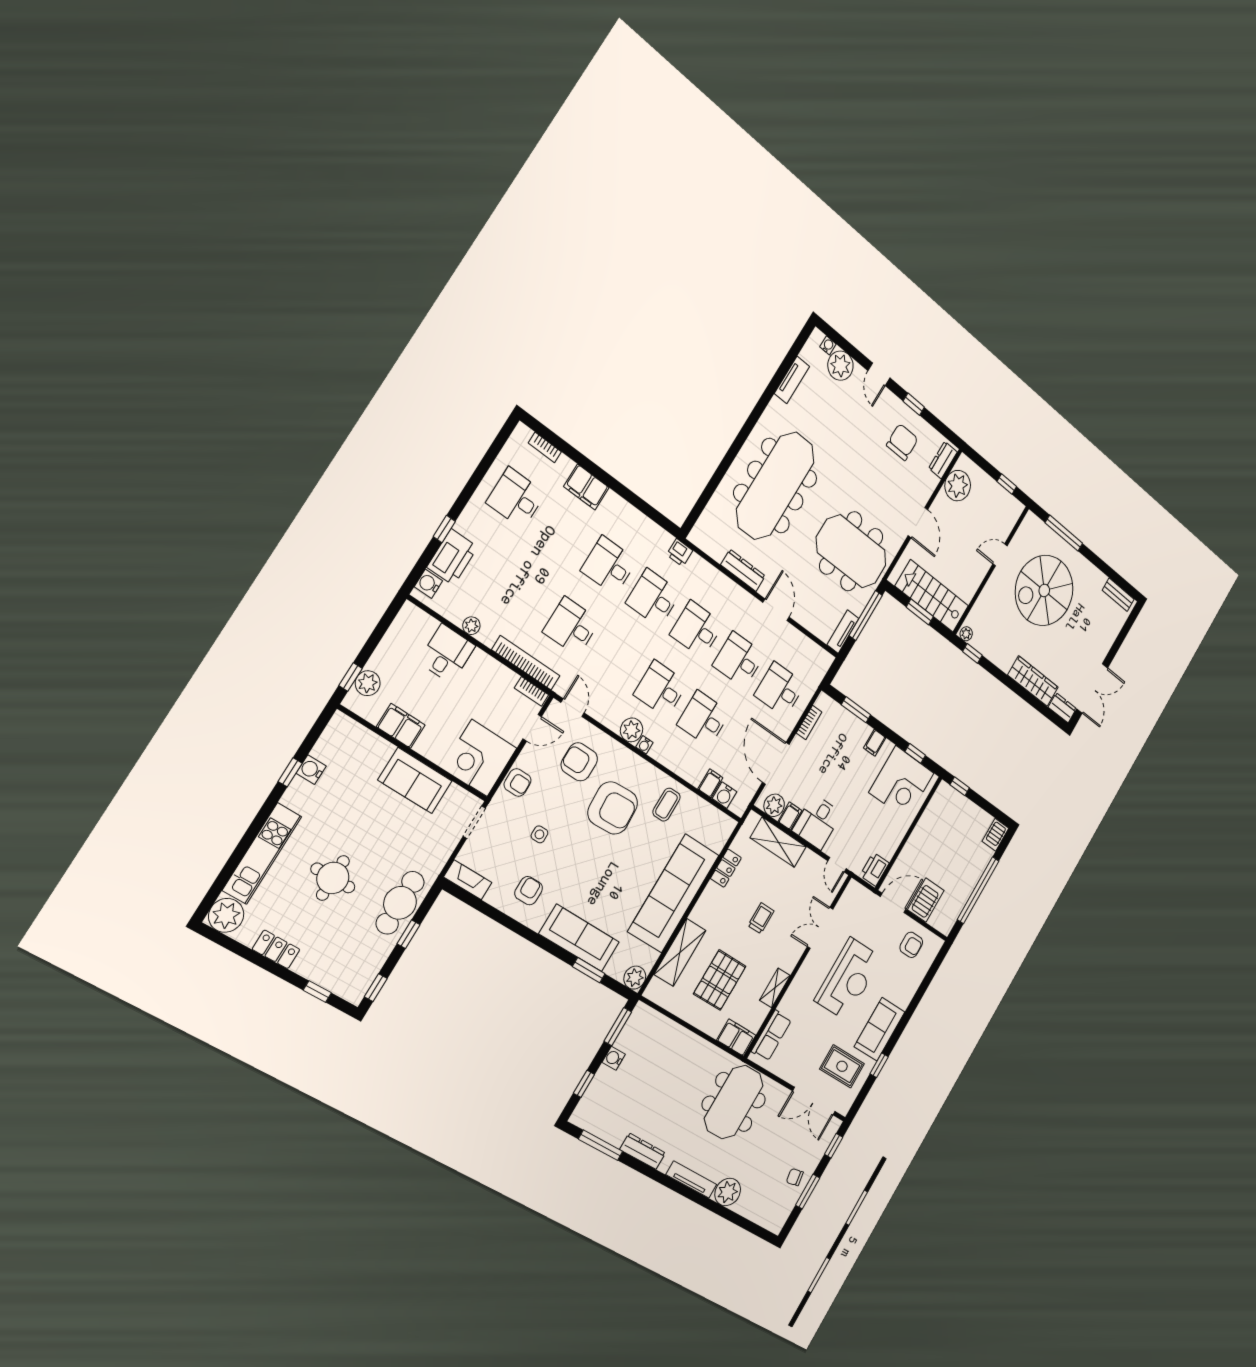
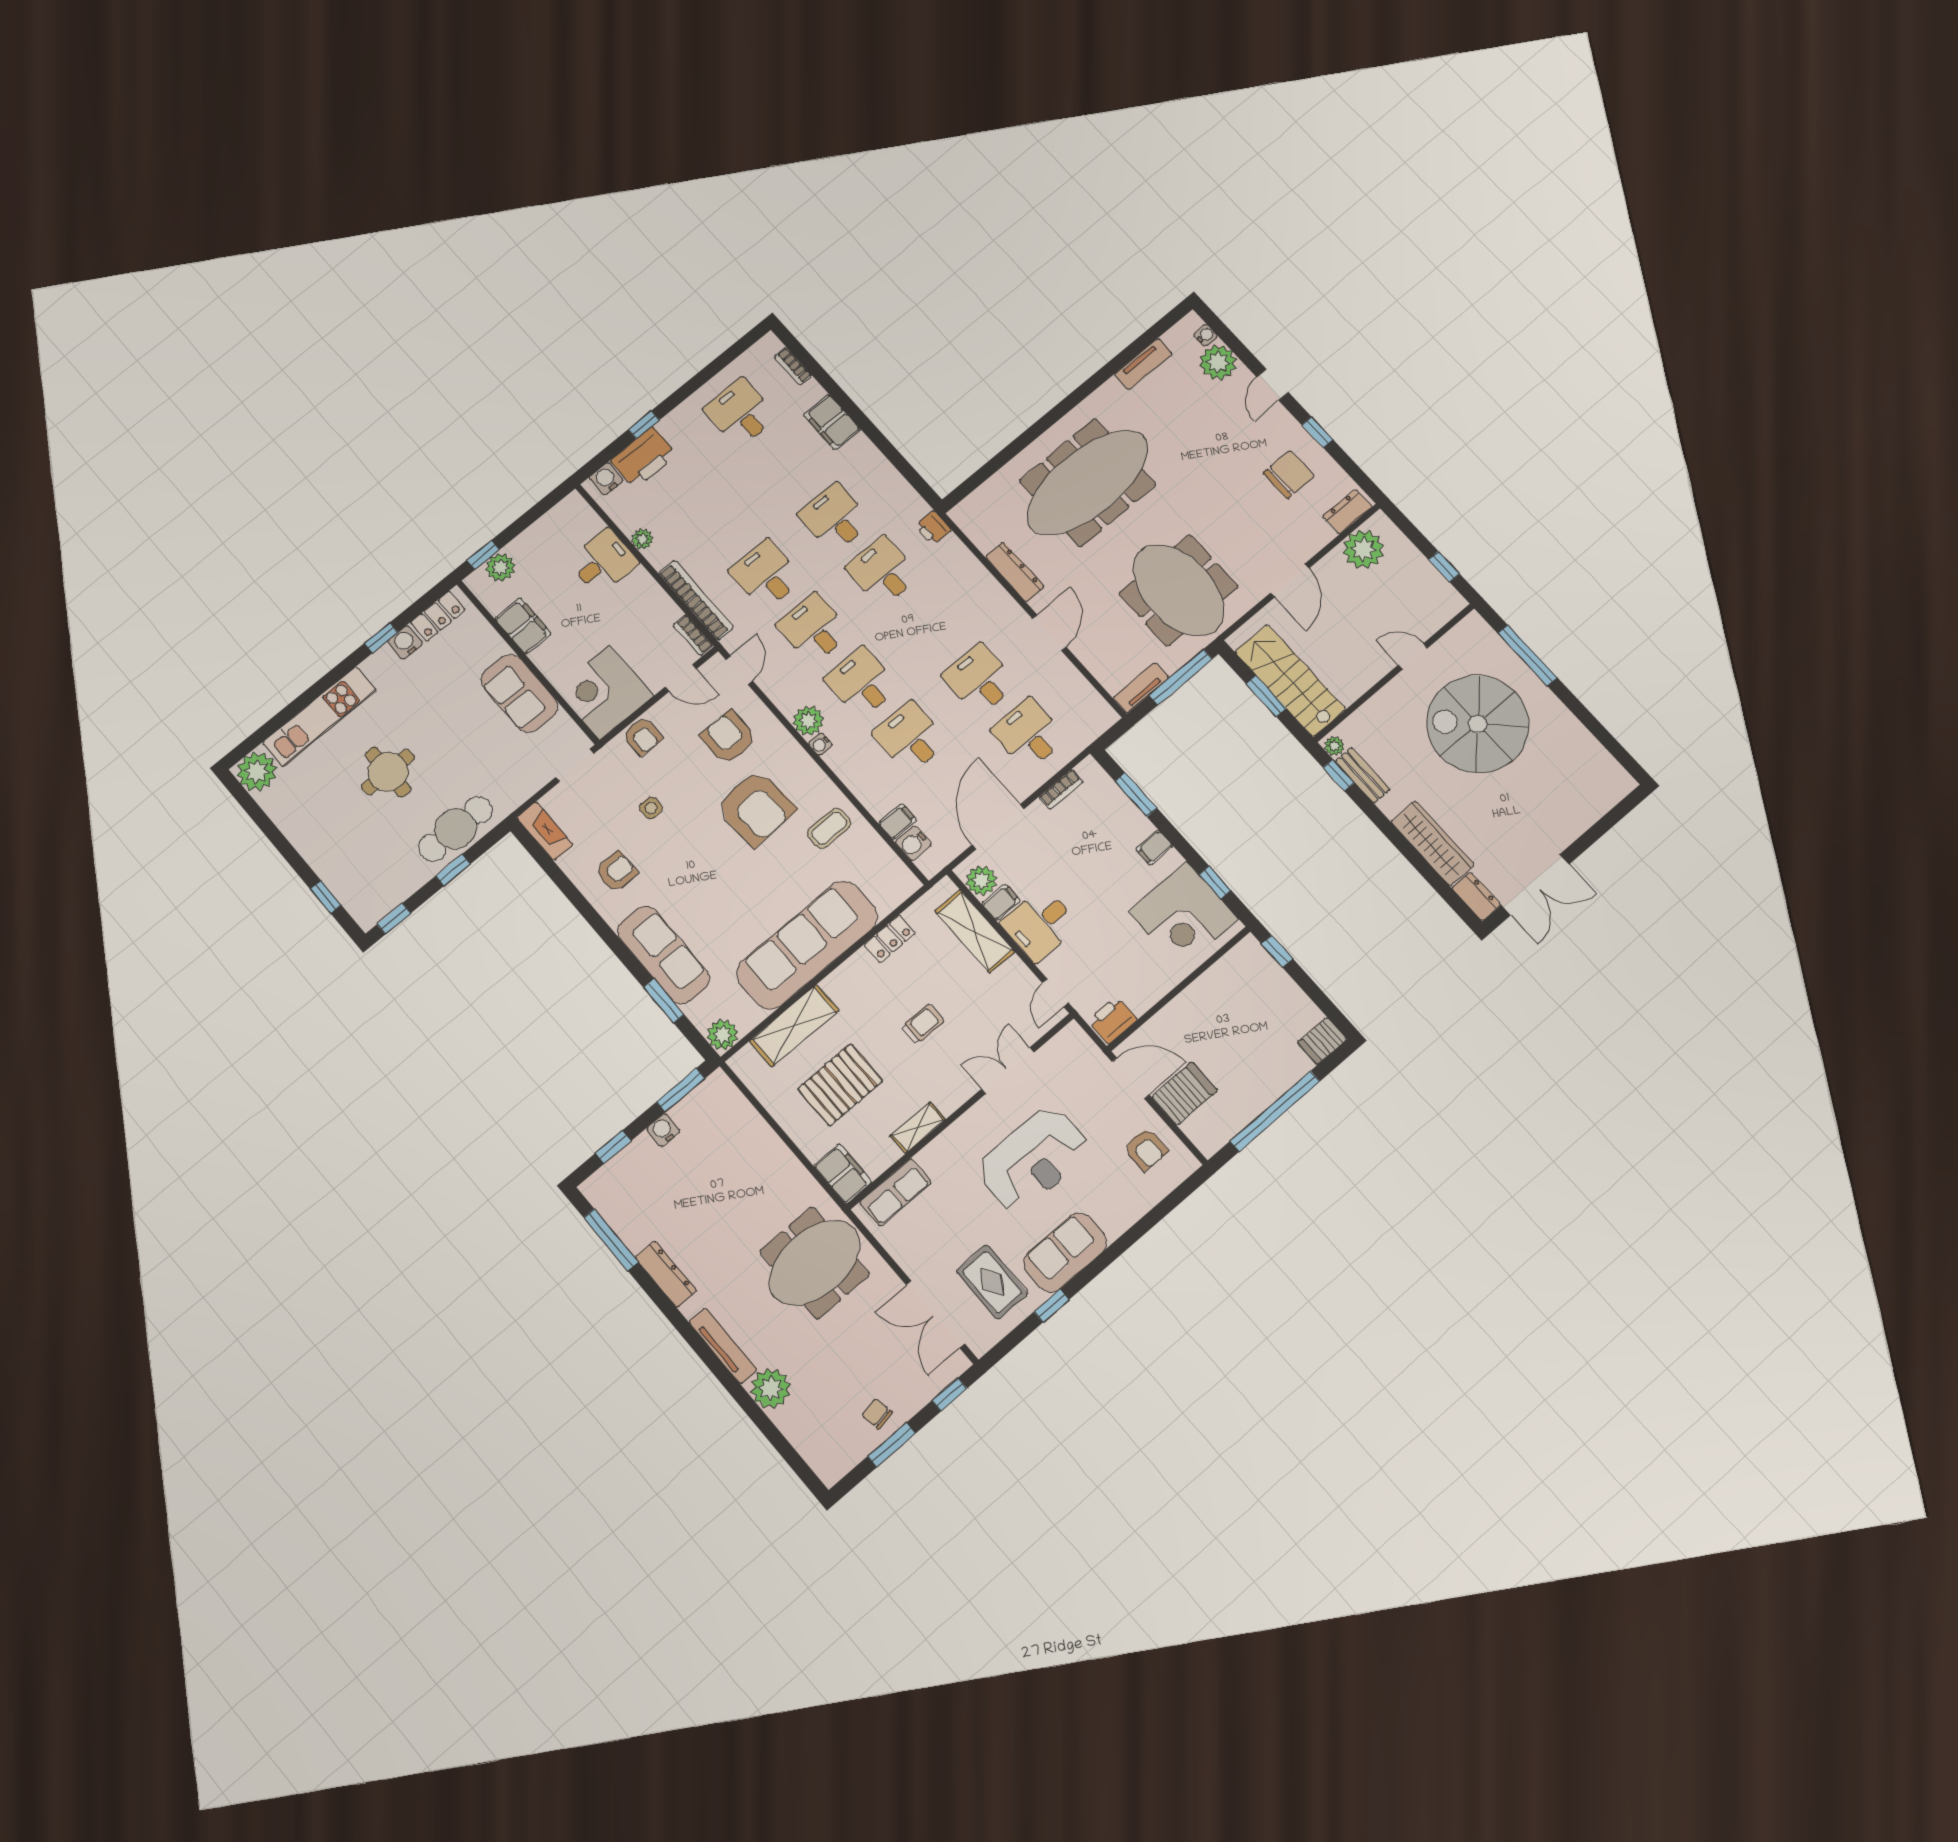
bench: (1118, 595) -> (1363, 775), moved
desk: (697, 629) -> (814, 629), moved
locker: (276, 949) -> (438, 616), moved, turned 90

